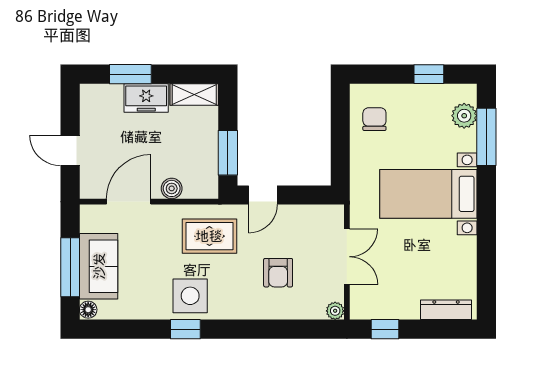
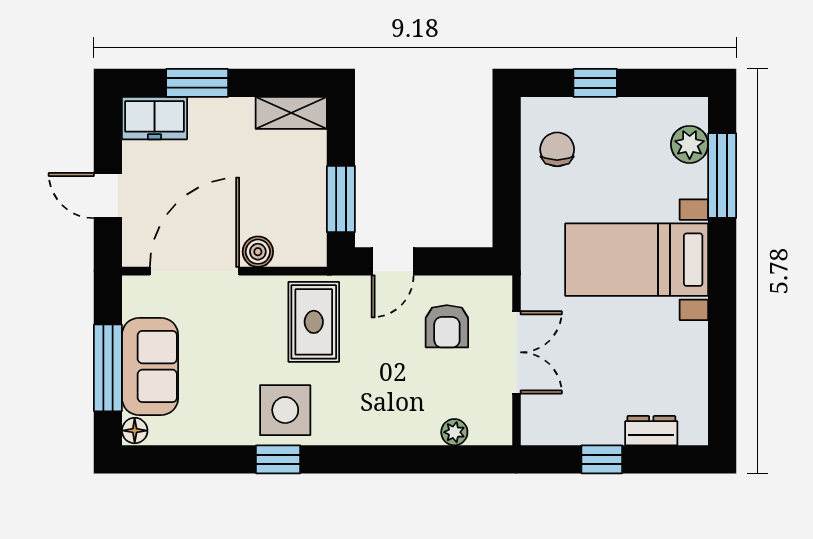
window: (429, 74) -> (595, 83), moved
freezer: (146, 98) -> (155, 118), moved
door: (129, 202) -> (194, 271), width x1.36
rug: (209, 236) -> (314, 322), turned 90
armchair: (278, 273) -> (447, 326), moved
dresser: (446, 310) -> (651, 431), width x0.70
plant: (335, 311) -> (454, 432), moved
window: (385, 329) -> (602, 459), moved

